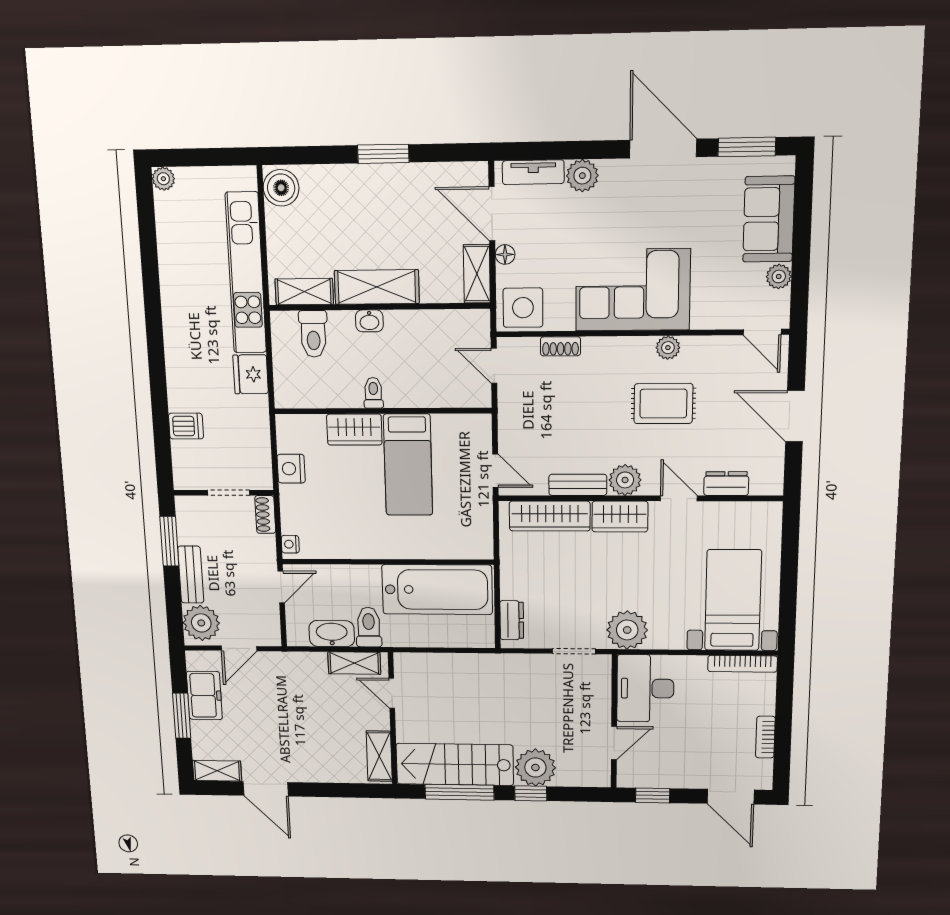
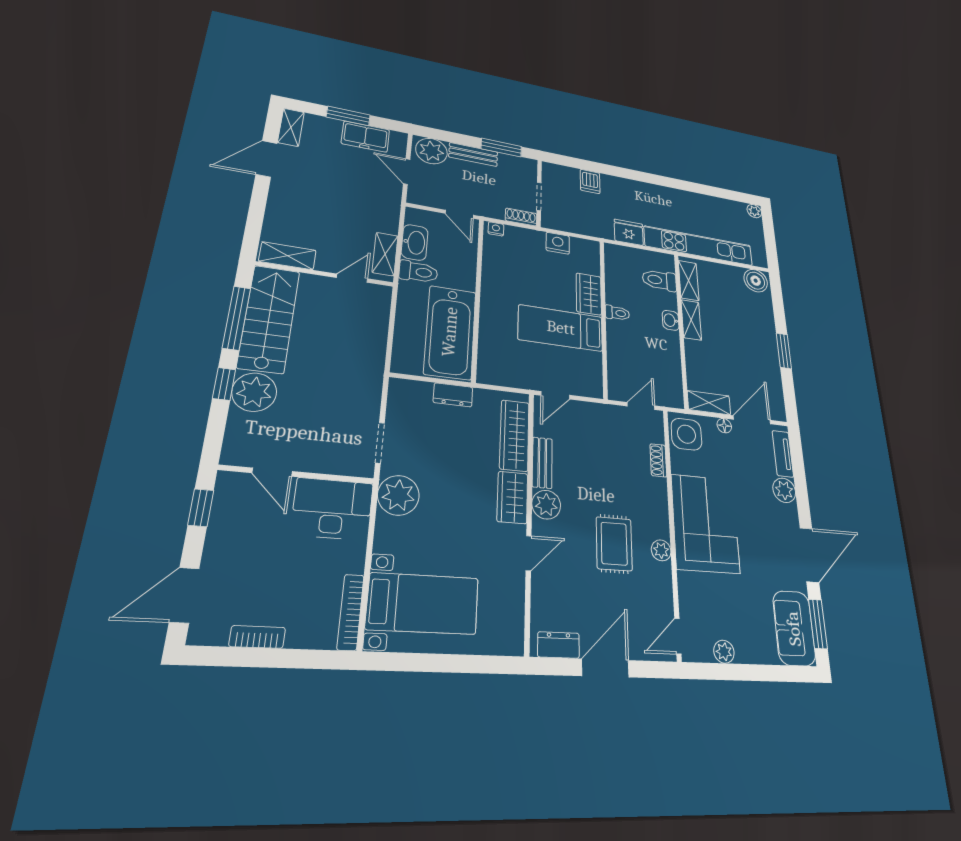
sofa: (769, 219) -> (794, 628), moved, turned -90
shelving: (377, 287) -> (691, 320), width x0.67, depth x0.75
dresser: (726, 484) -> (558, 645), moved, turned -90
dresser: (512, 620) -> (453, 395), moved

